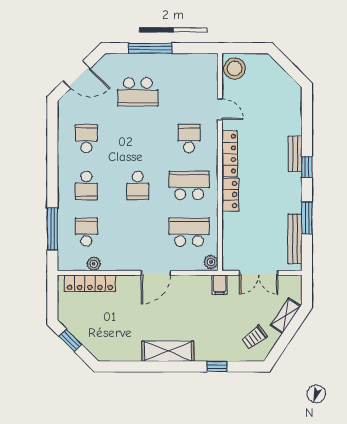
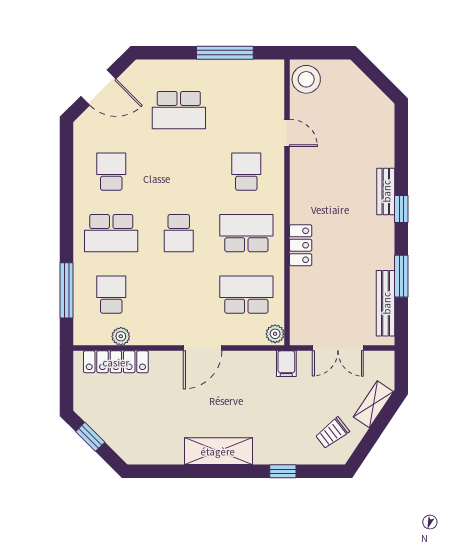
window: (150, 48) -> (225, 53), moved
locker: (230, 154) -> (300, 191), removed
school desk: (86, 185) -> (111, 233), width x1.85

